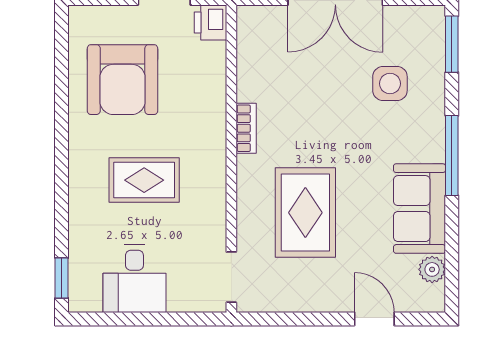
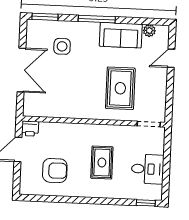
armchair: (123, 80) -> (55, 171), width x0.73, depth x0.73
bookcase: (246, 128) -> (80, 114), removed
rug: (305, 213) -> (120, 88), turned 90

